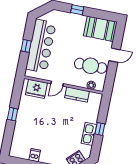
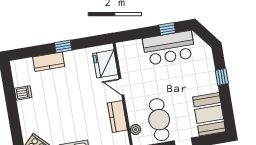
window: (26, 46) -> (167, 29), moved
bar counter: (41, 46) -> (169, 48), width x0.73
kitchen counter: (20, 129) -> (49, 62), added

